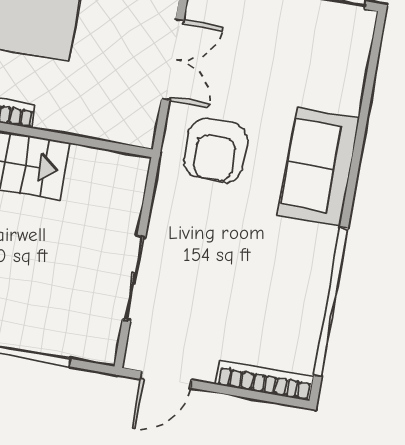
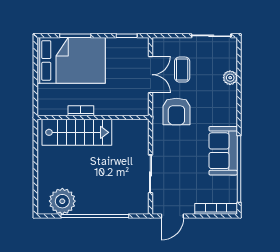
coffee table: (244, 60) -> (182, 70), added
plant: (347, 97) -> (230, 78), added
sofa: (319, 167) -> (223, 151), moved

